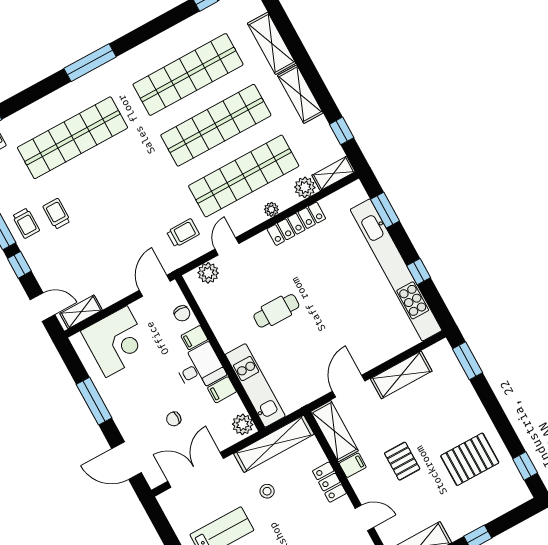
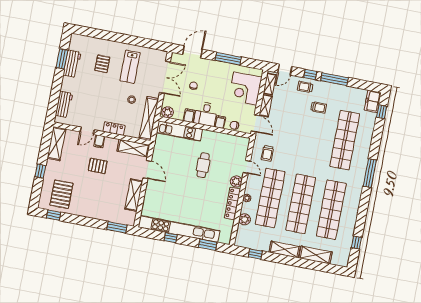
shelving: (334, 173) -> (266, 106), moved
trolley: (26, 223) -> (305, 87), moved
plant: (208, 273) -> (236, 181), moved
pallet: (470, 459) -> (61, 194), moved
filing cabinet: (353, 465) -> (99, 141), moved

